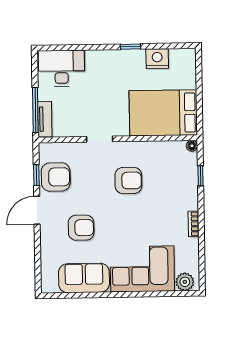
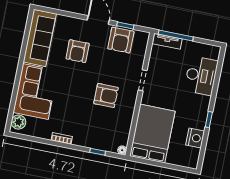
desk: (61, 68) -> (201, 76), moved
armchair: (128, 181) -> (106, 95), turned -90
sofa: (84, 278) -> (40, 38), width x1.36

